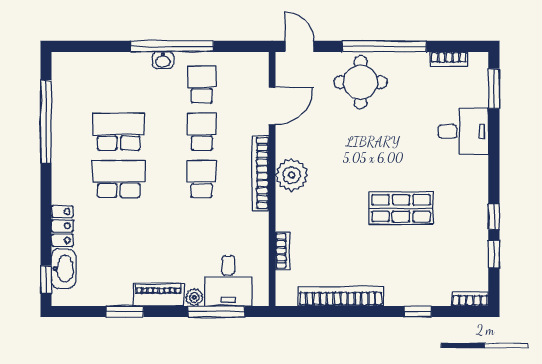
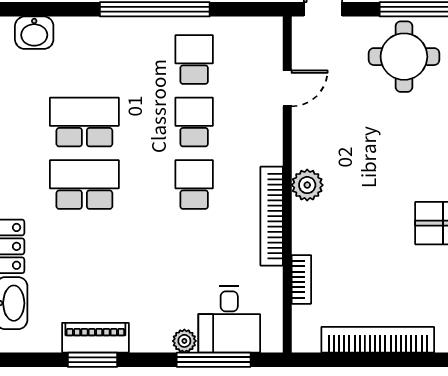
washbasin: (163, 60) -> (34, 33), moved, width x1.38, depth x1.45
door: (272, 106) -> (287, 88), width x0.73
bookcase: (260, 173) -> (272, 216), moved
plant: (292, 175) -> (307, 185), width x0.73, depth x0.73
piano: (159, 295) -> (95, 338), moved

